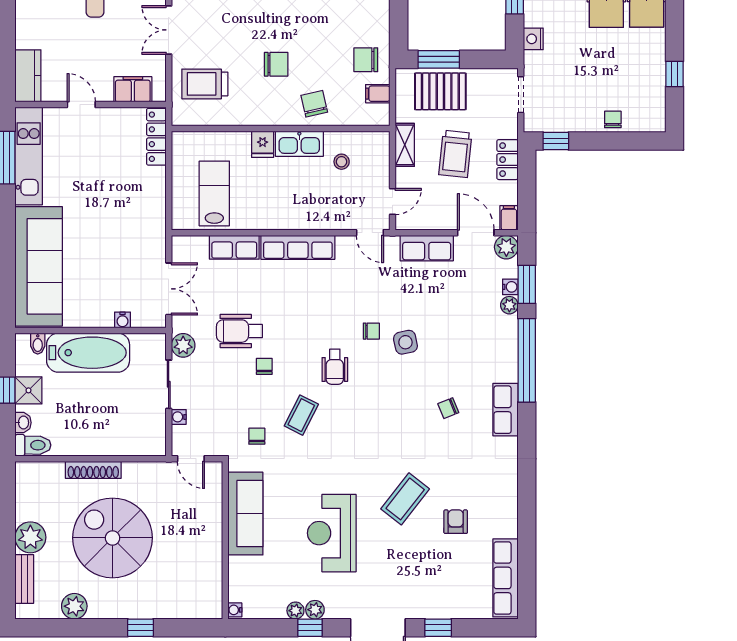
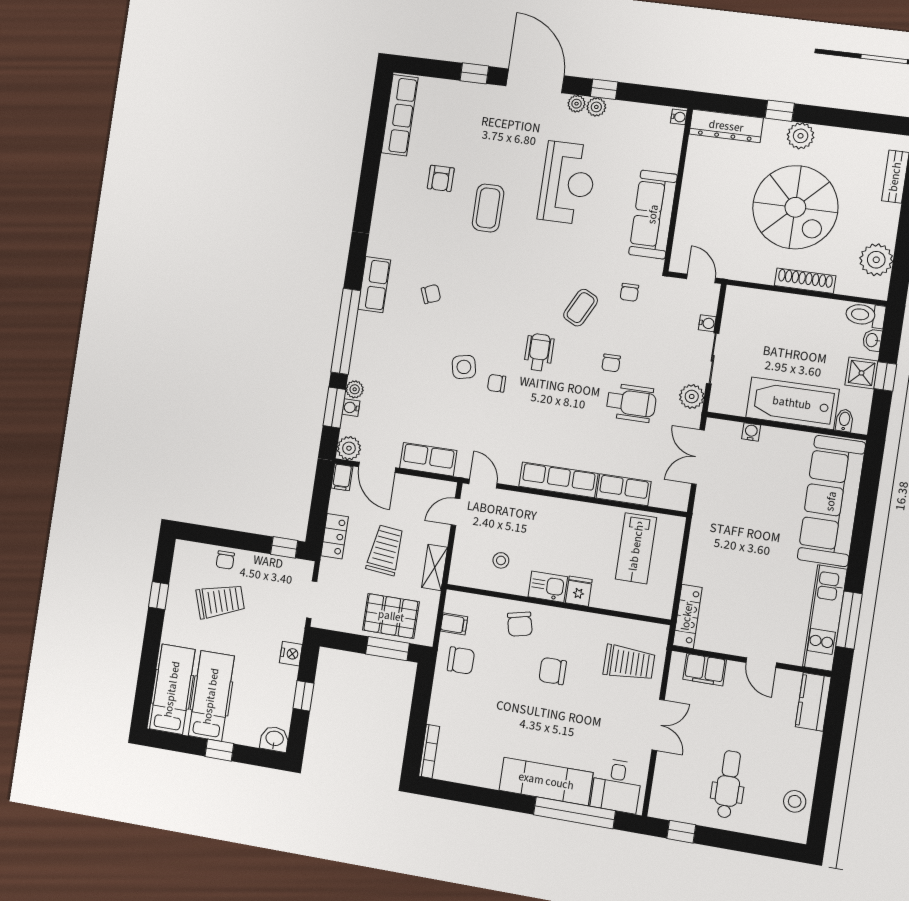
trolley: (612, 79) -> (220, 601), added
kitchen sink: (299, 144) -> (548, 587), width x0.73
coffee table: (405, 499) -> (488, 208), turned -38
plant: (30, 537) -> (876, 260), moved
plant: (74, 606) -> (801, 136), moved
dresser: (189, 607) -> (726, 126), added
plant: (295, 611) -> (577, 104), moved

